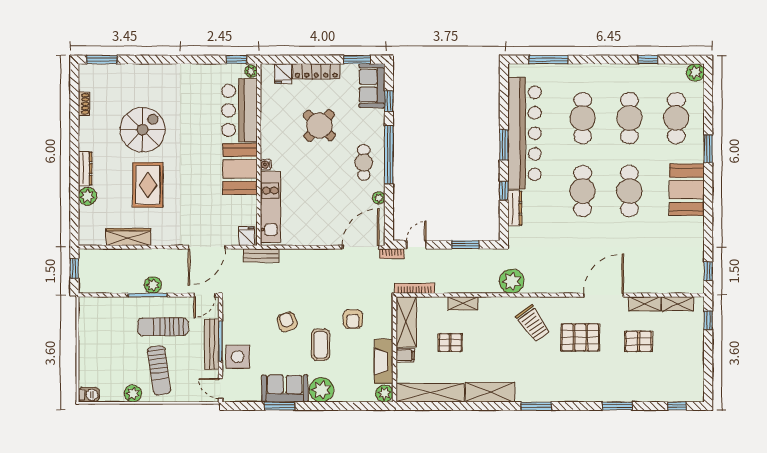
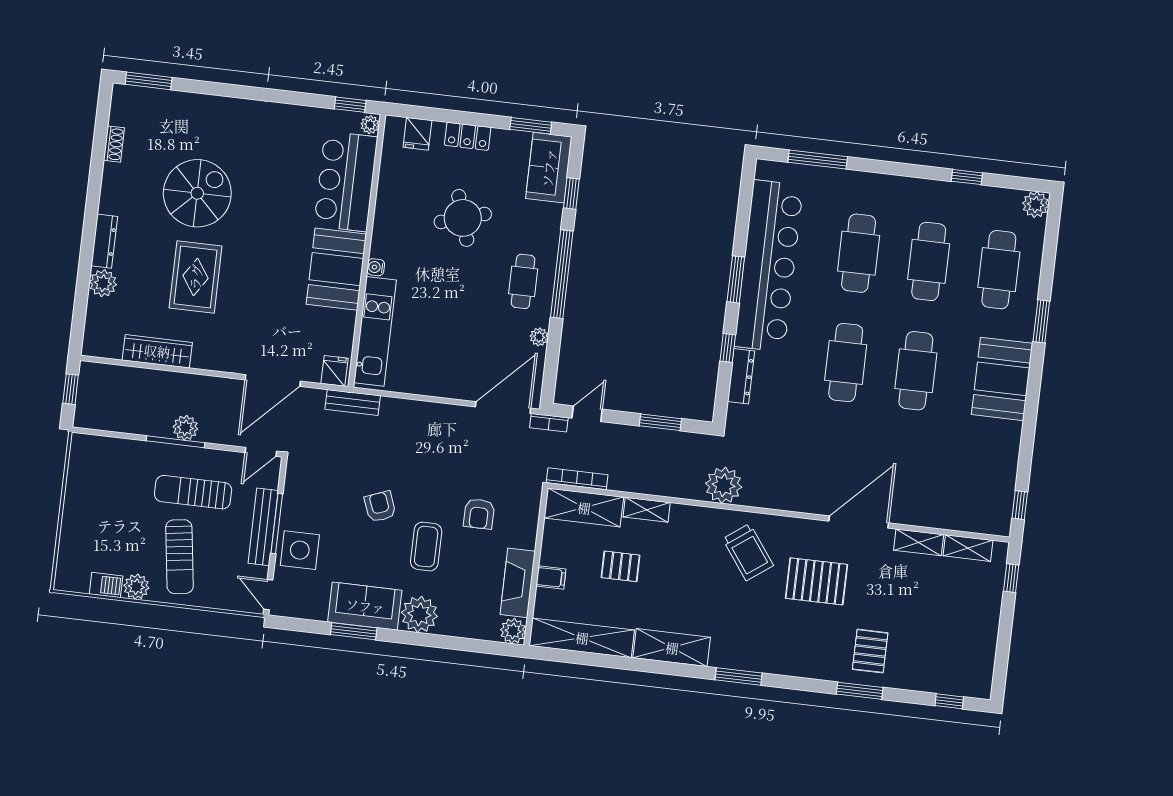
locker: (316, 71) -> (468, 136), width x0.66
round table: (319, 125) -> (463, 218), turned 30
shelving: (406, 322) -> (584, 508), moved, turned 90
pallet: (639, 341) -> (870, 651), moved, turned 90
barbecue: (89, 395) -> (106, 585), moved

